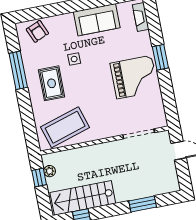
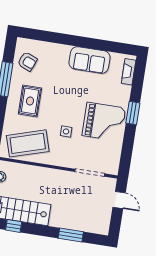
armchair: (37, 31) -> (27, 62), moved, turned -45
side table: (74, 59) -> (66, 131), moved

